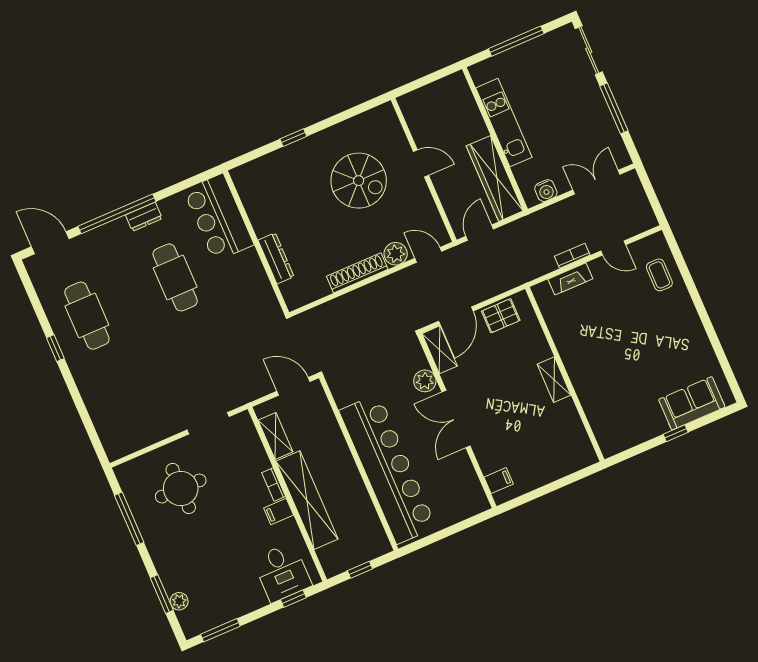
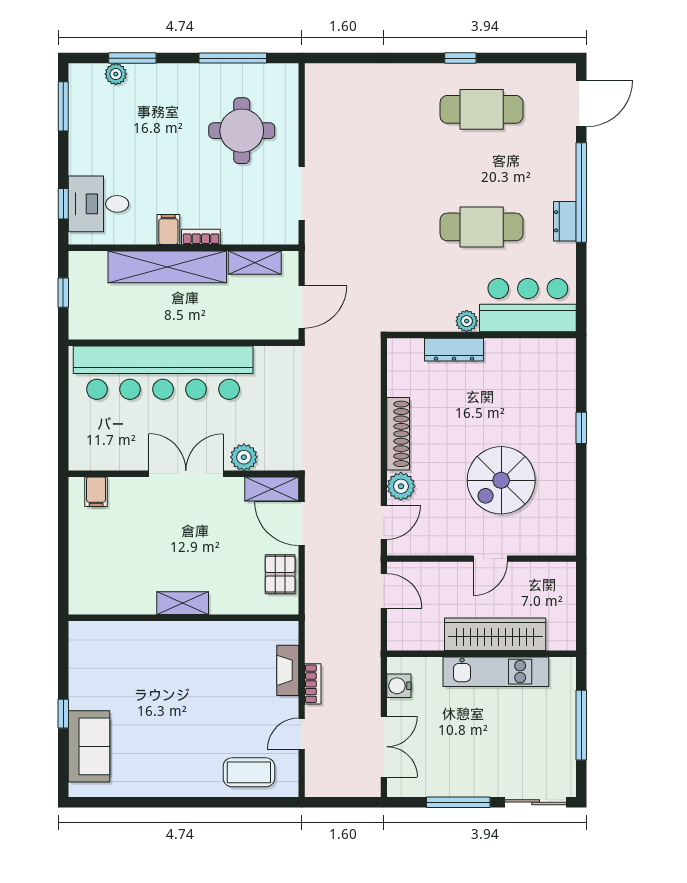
wardrobe: (495, 178) -> (495, 634), moved
plant: (251, 258) -> (467, 321), added
coffee table: (659, 275) -> (249, 772), width x1.36, depth x1.30

